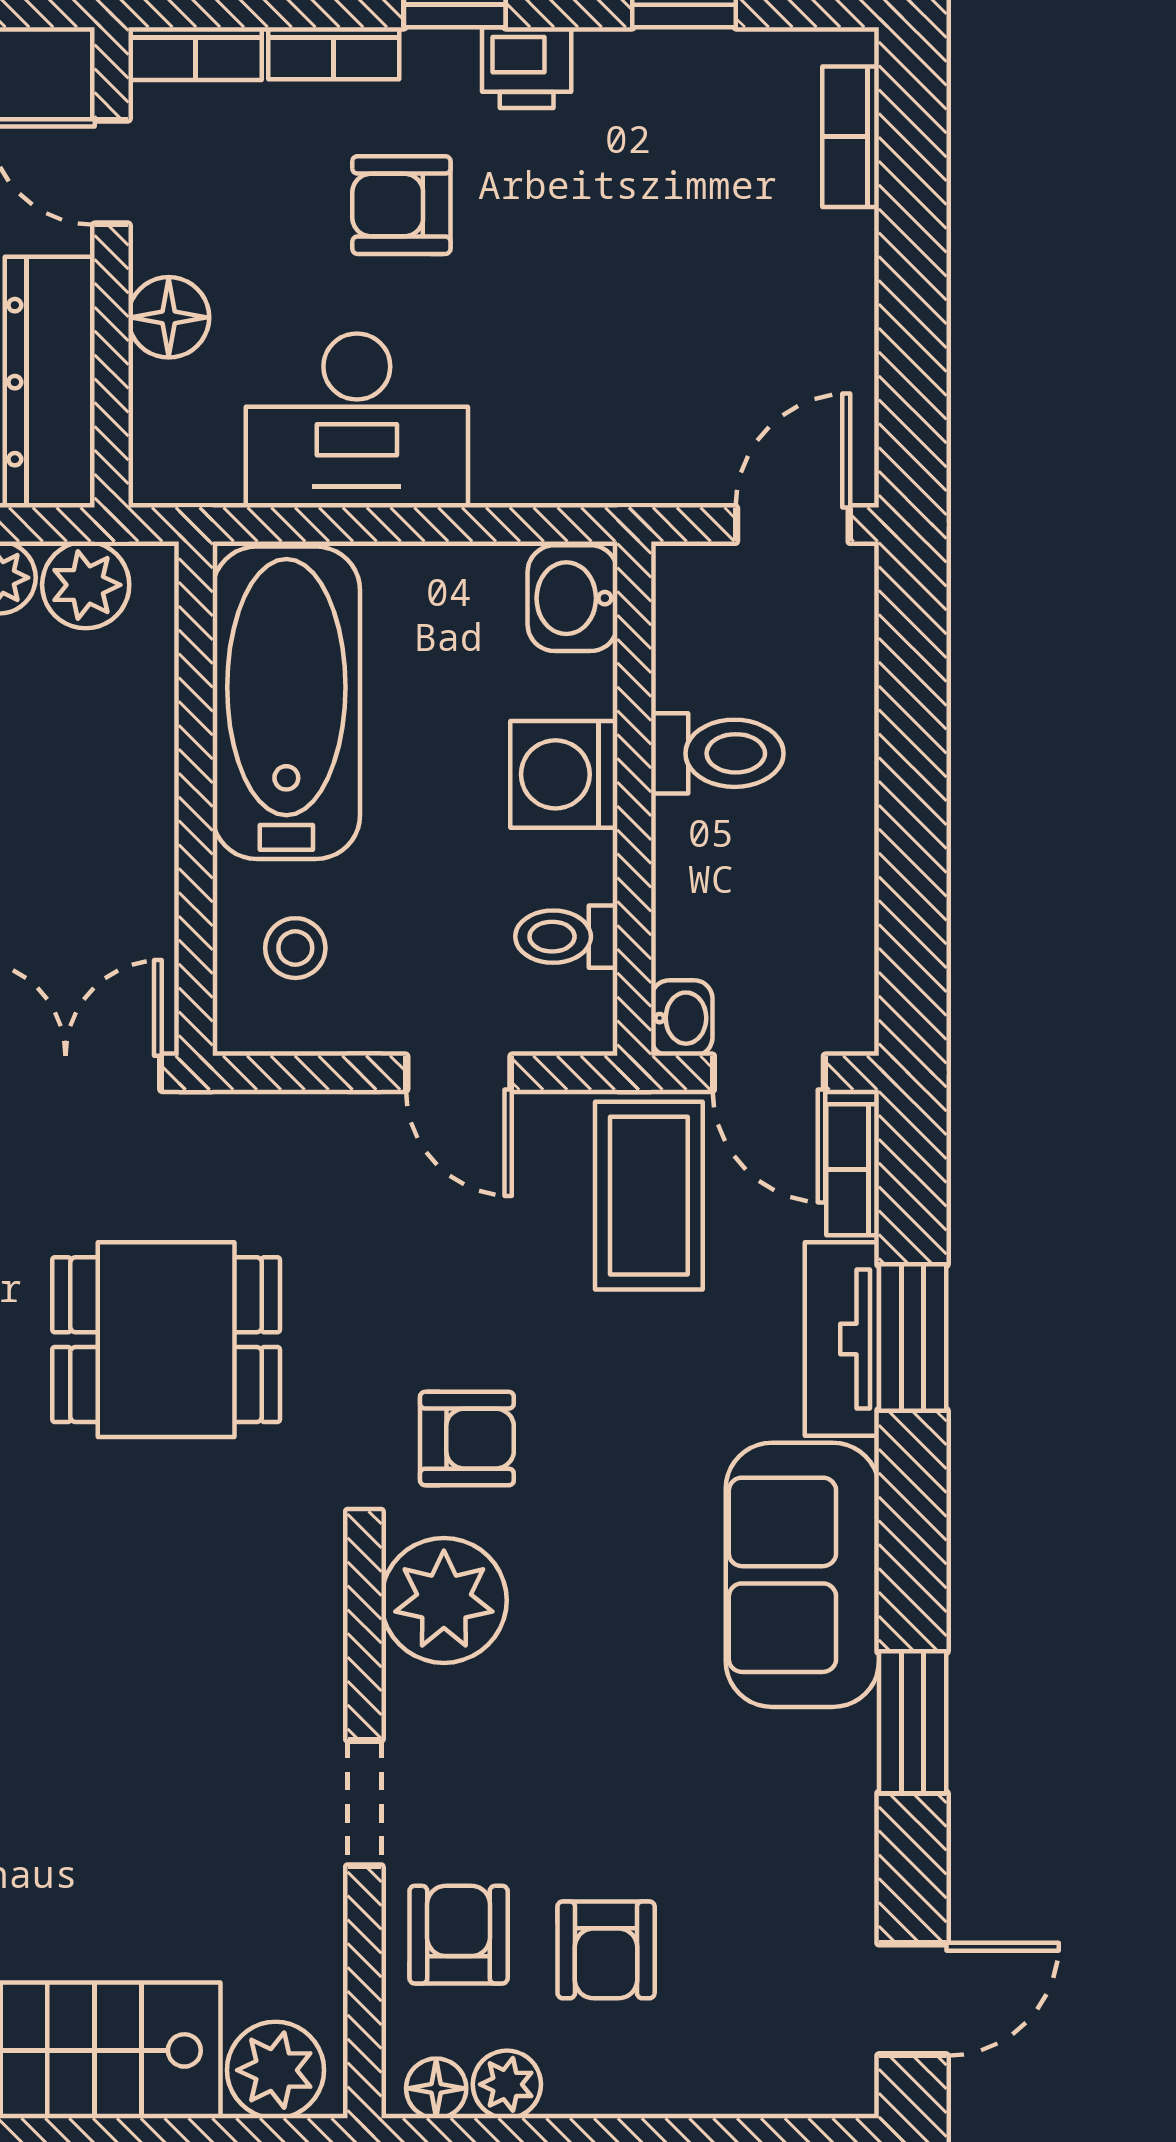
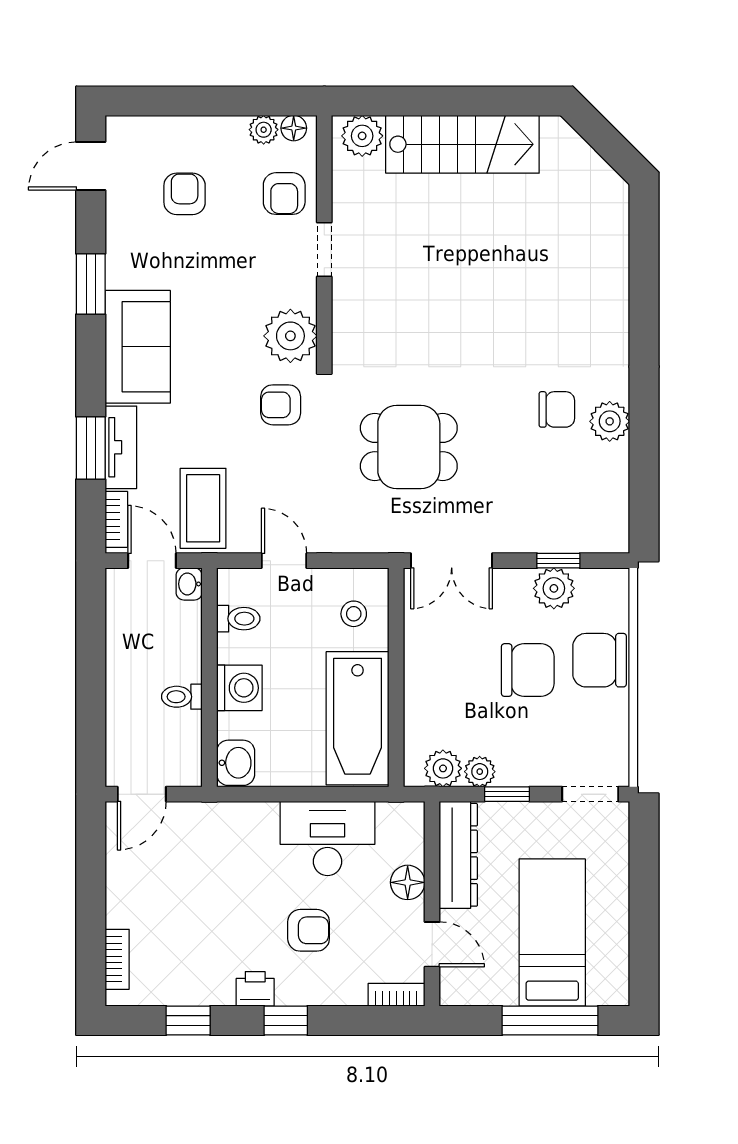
bookcase: (334, 53) -> (337, 995), removed
toilet: (717, 753) -> (182, 697), width x0.73, depth x0.72
armchair: (606, 1950) -> (185, 194), moved

